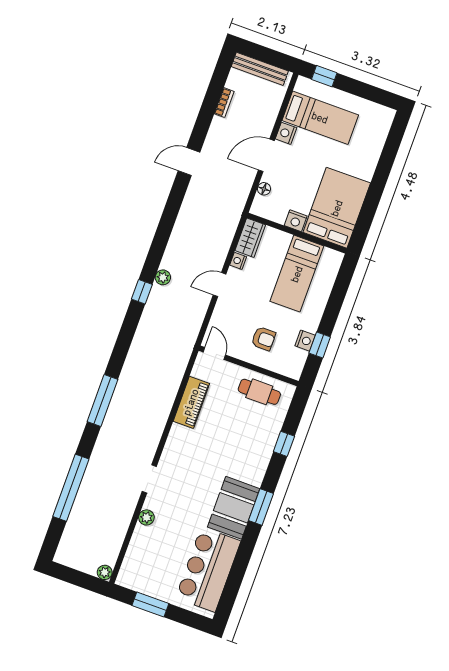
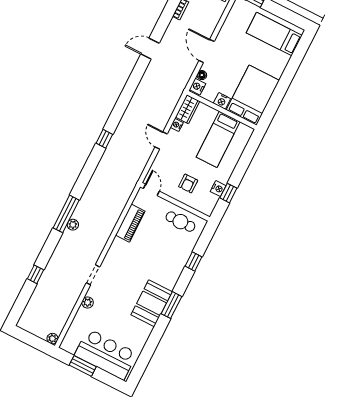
bed: (320, 118) -> (274, 34), moved, turned 180
nightstand: (286, 133) -> (197, 87), moved
door: (266, 155) -> (207, 51), hinge flipped
plant: (163, 277) -> (73, 225), moved
door: (220, 285) -> (161, 140), hinge flipped
armchair: (263, 339) -> (188, 183), turned 90
window: (71, 488) -> (35, 274), width x0.32
bar counter: (208, 569) -> (106, 354), moved, turned 90

